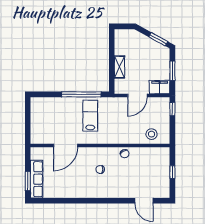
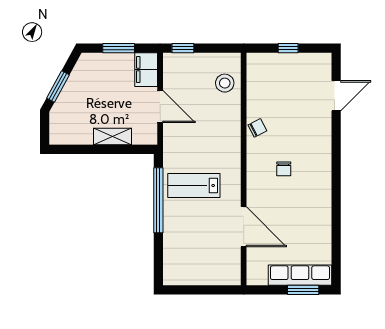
window: (158, 39) -> (58, 86), moved

